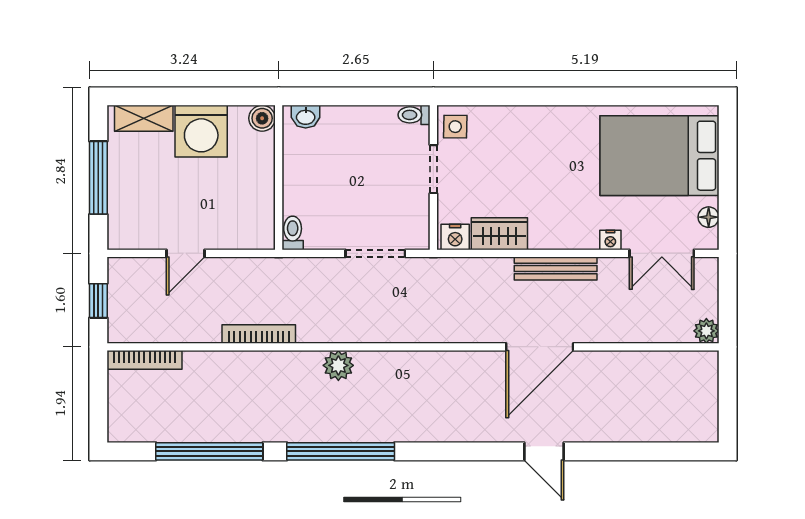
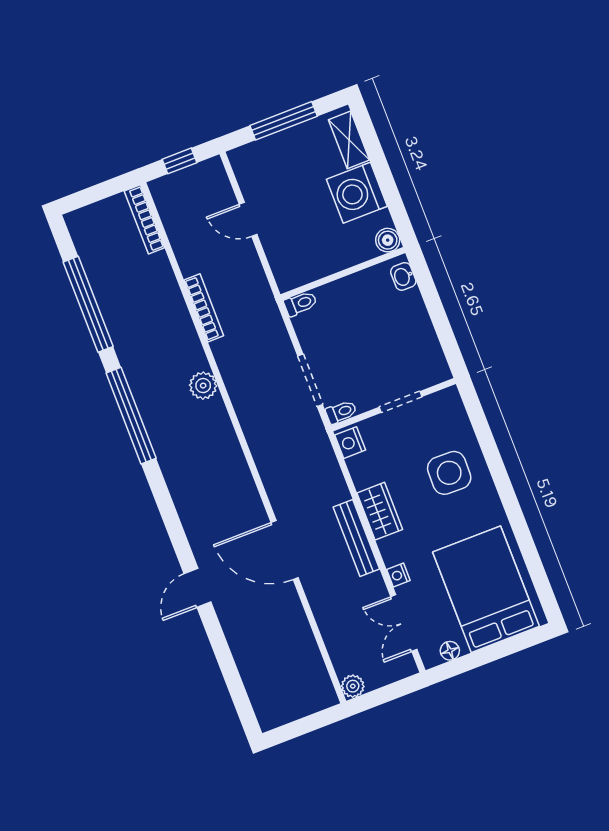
toilet: (414, 115) -> (341, 412), moved, turned 90
side table: (455, 127) -> (449, 473), moved, width x1.87, depth x1.87
wardrobe: (499, 234) -> (380, 511), moved

